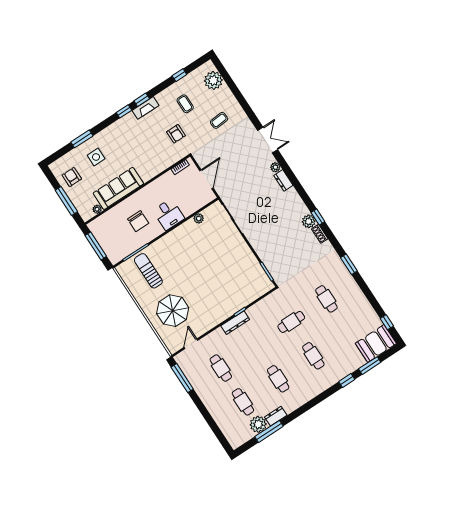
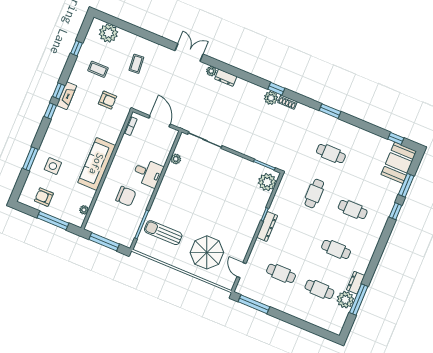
sofa: (118, 188) -> (97, 164), moved
plant: (260, 287) -> (267, 182), added

